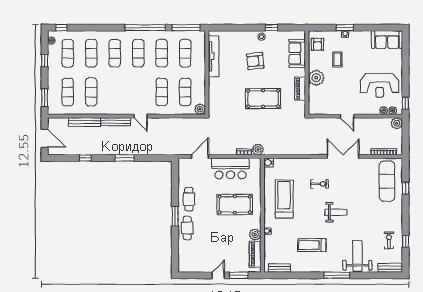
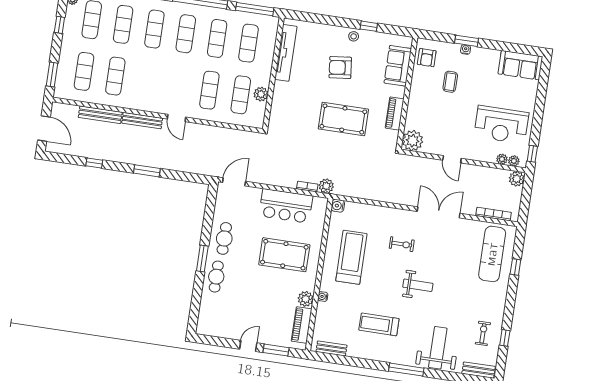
plant: (316, 78) -> (413, 141), moved
plant: (200, 109) -> (261, 94), moved
door: (200, 156) -> (234, 182), moved

